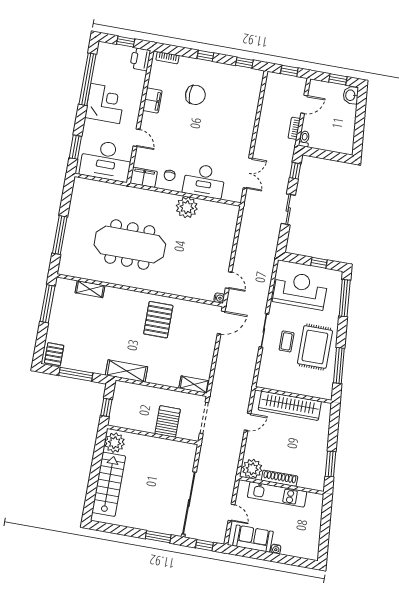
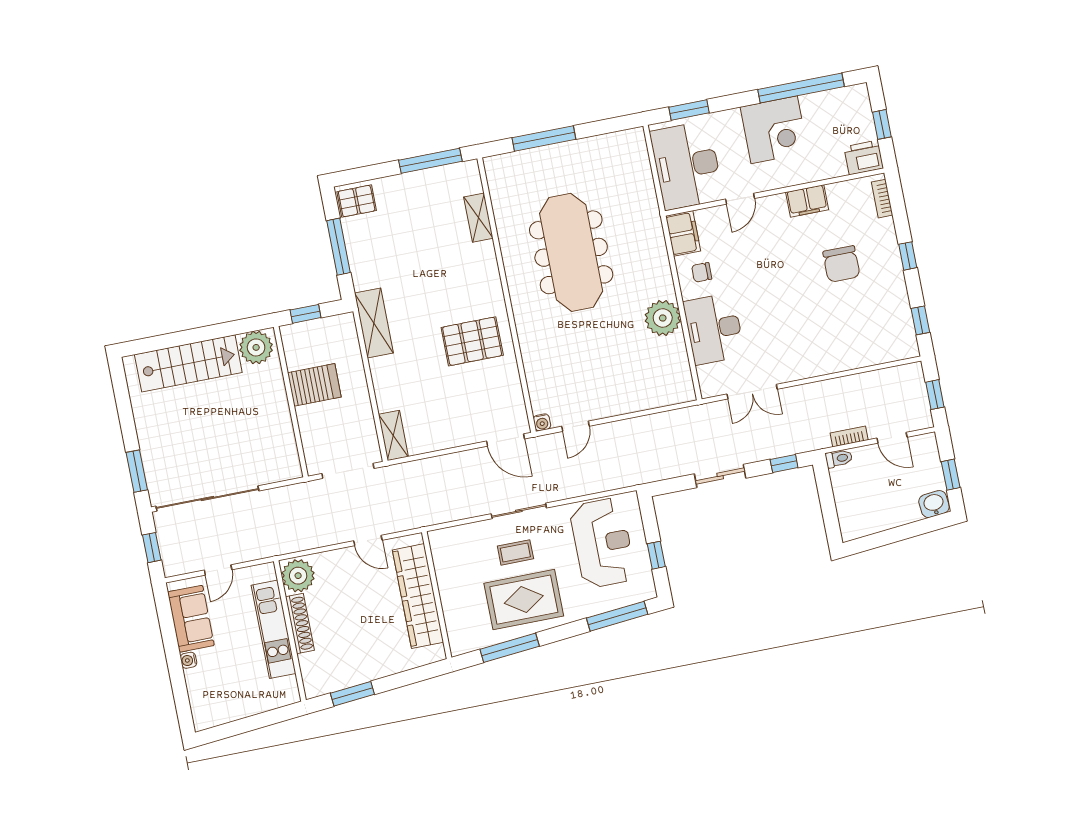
server rack: (168, 421) -> (314, 385), moved

